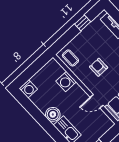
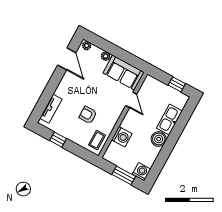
armchair: (99, 67) -> (88, 115), moved, turned 90
window: (30, 72) -> (124, 175), added

